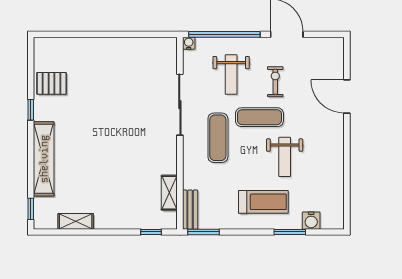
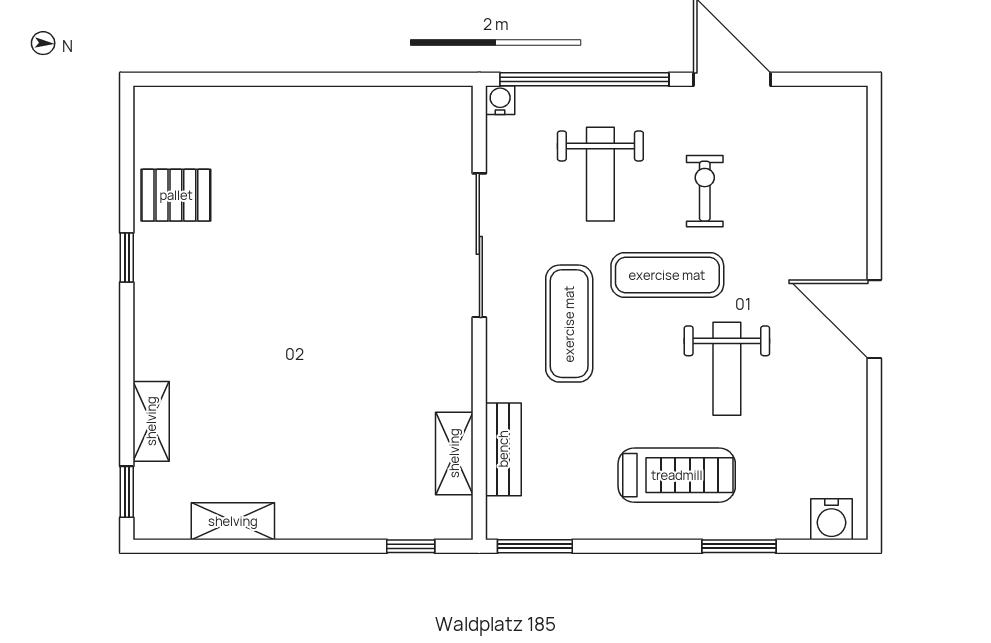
door: (347, 97) -> (874, 319), moved
shelving: (44, 159) -> (151, 421), width x0.45, depth x0.75
bench: (190, 210) -> (503, 449), moved
water cooler: (311, 221) -> (831, 519), moved

